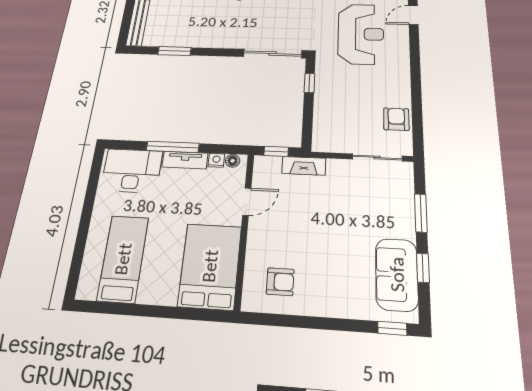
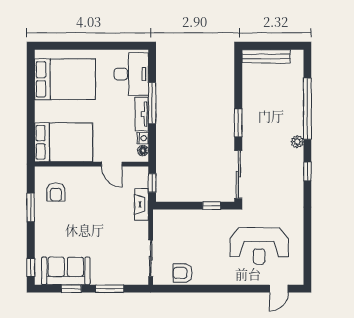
door: (413, 15) -> (279, 289), swing flipped
window: (175, 51) -> (238, 123), moved
armchair: (396, 119) -> (183, 273), turned 180
bed: (123, 259) -> (65, 79), width x1.50
window: (301, 322) -> (31, 207), added

